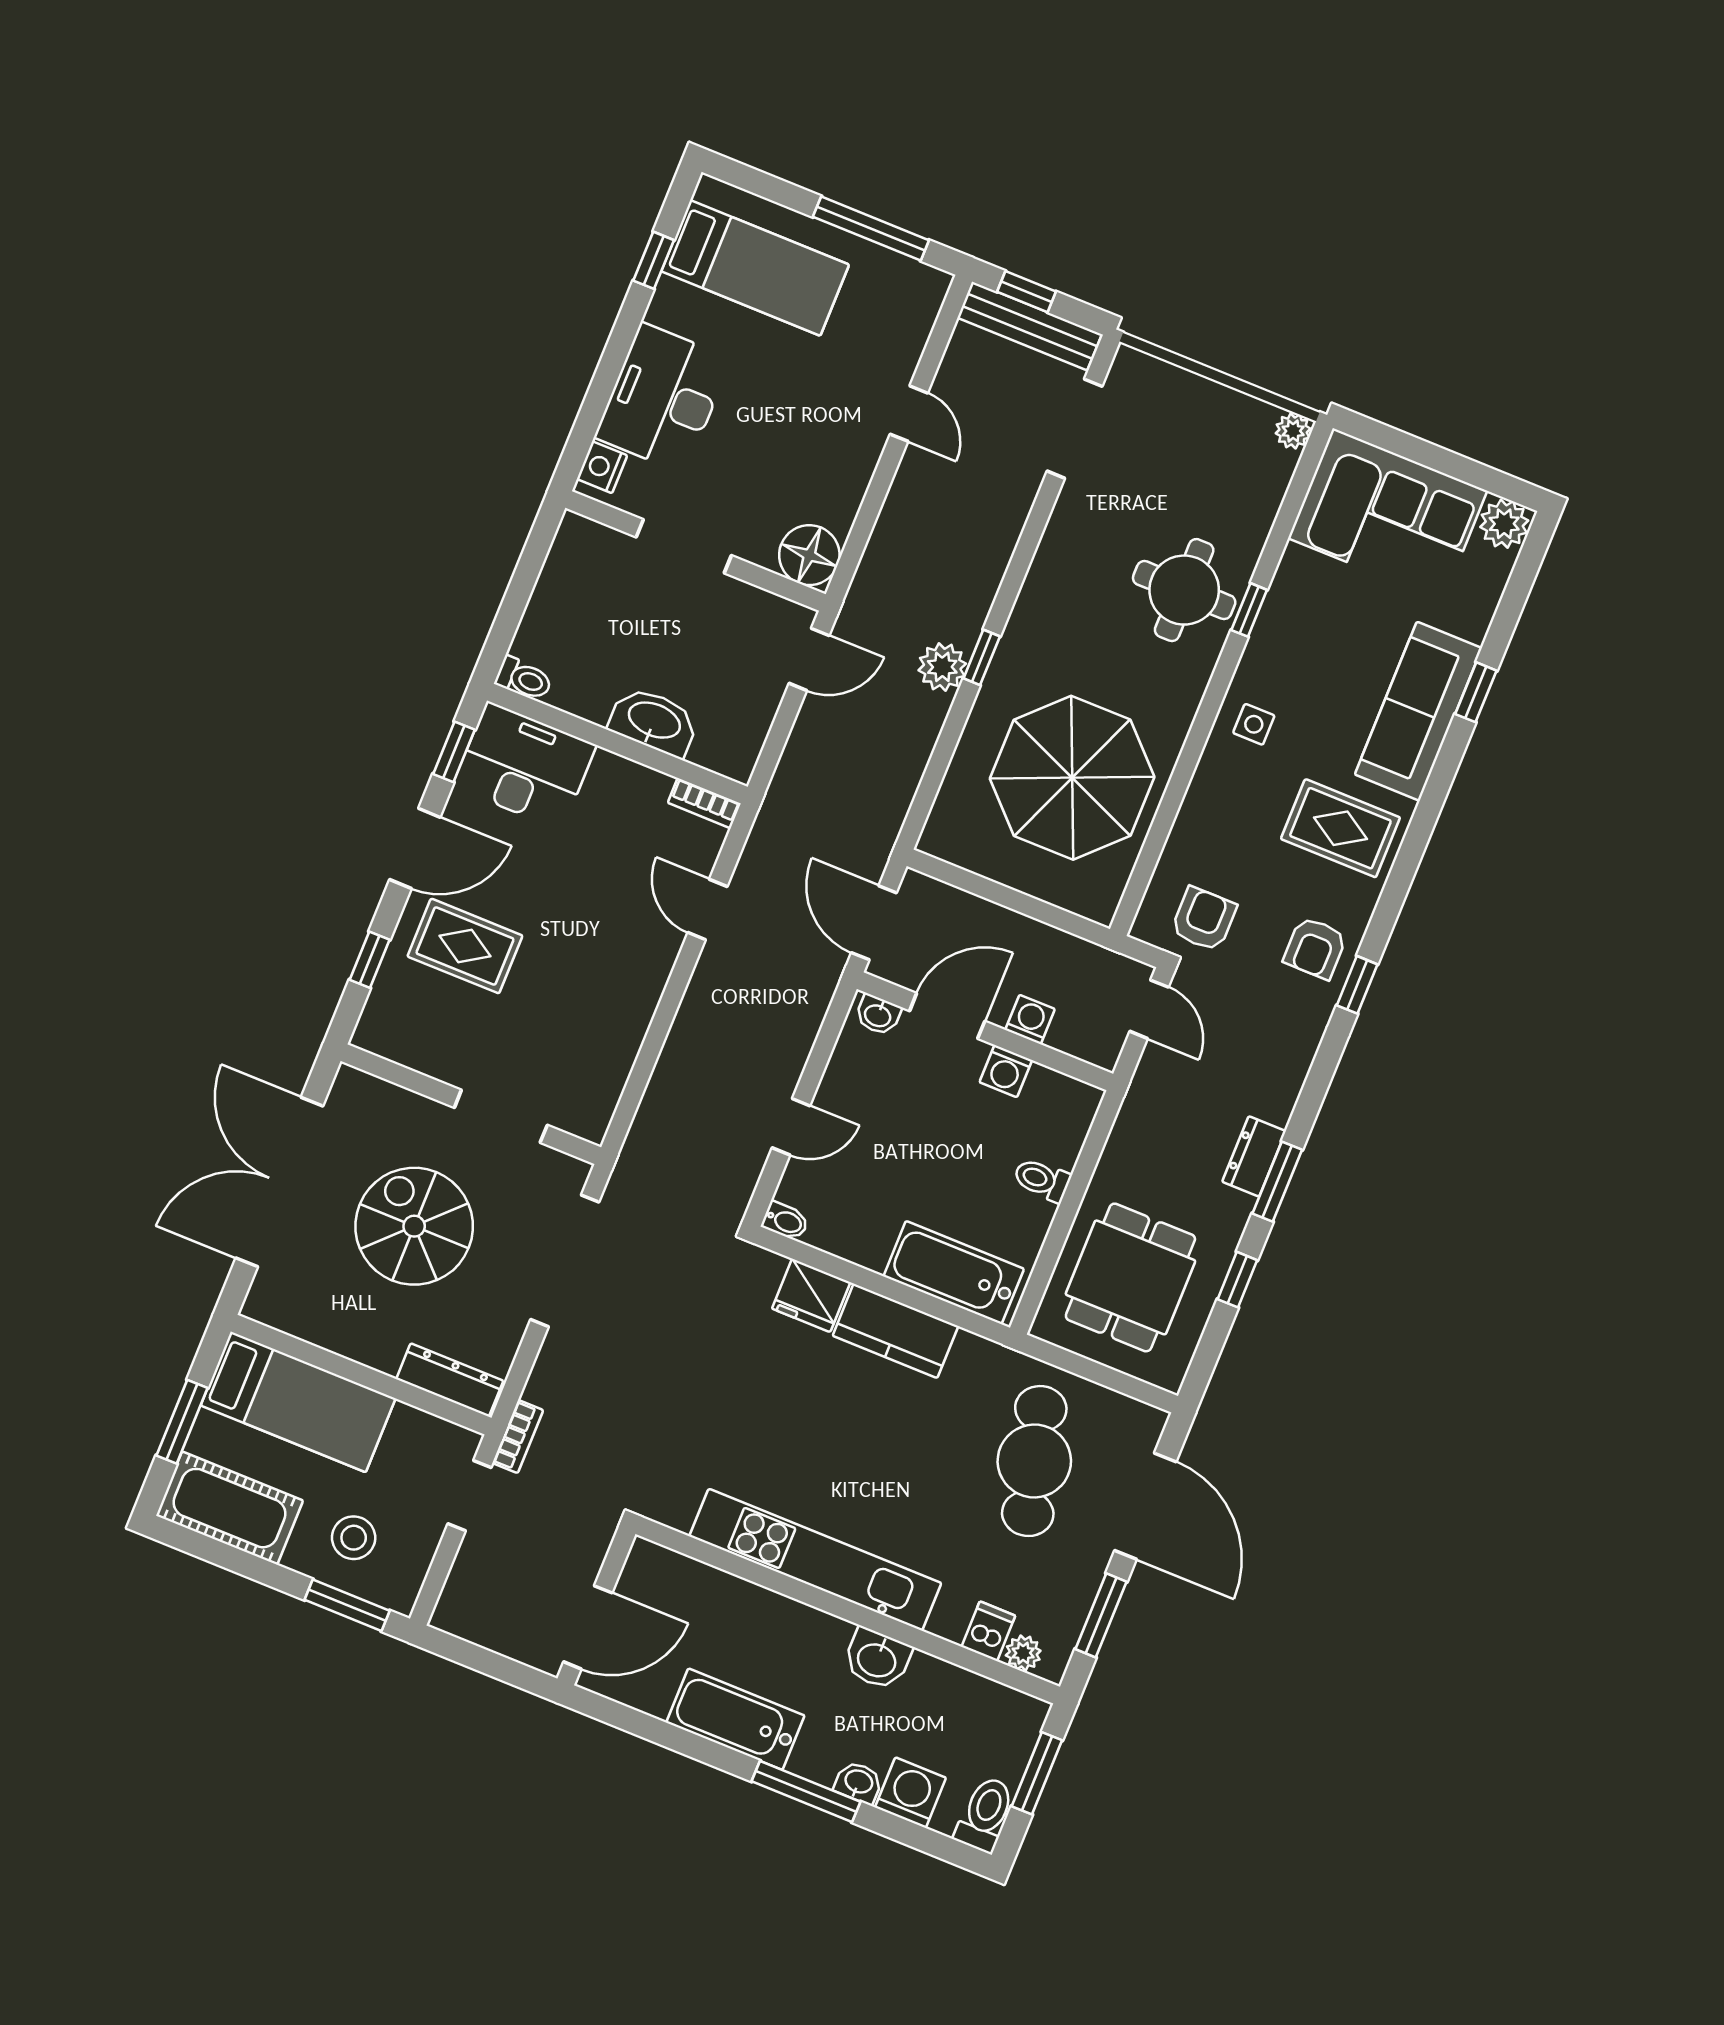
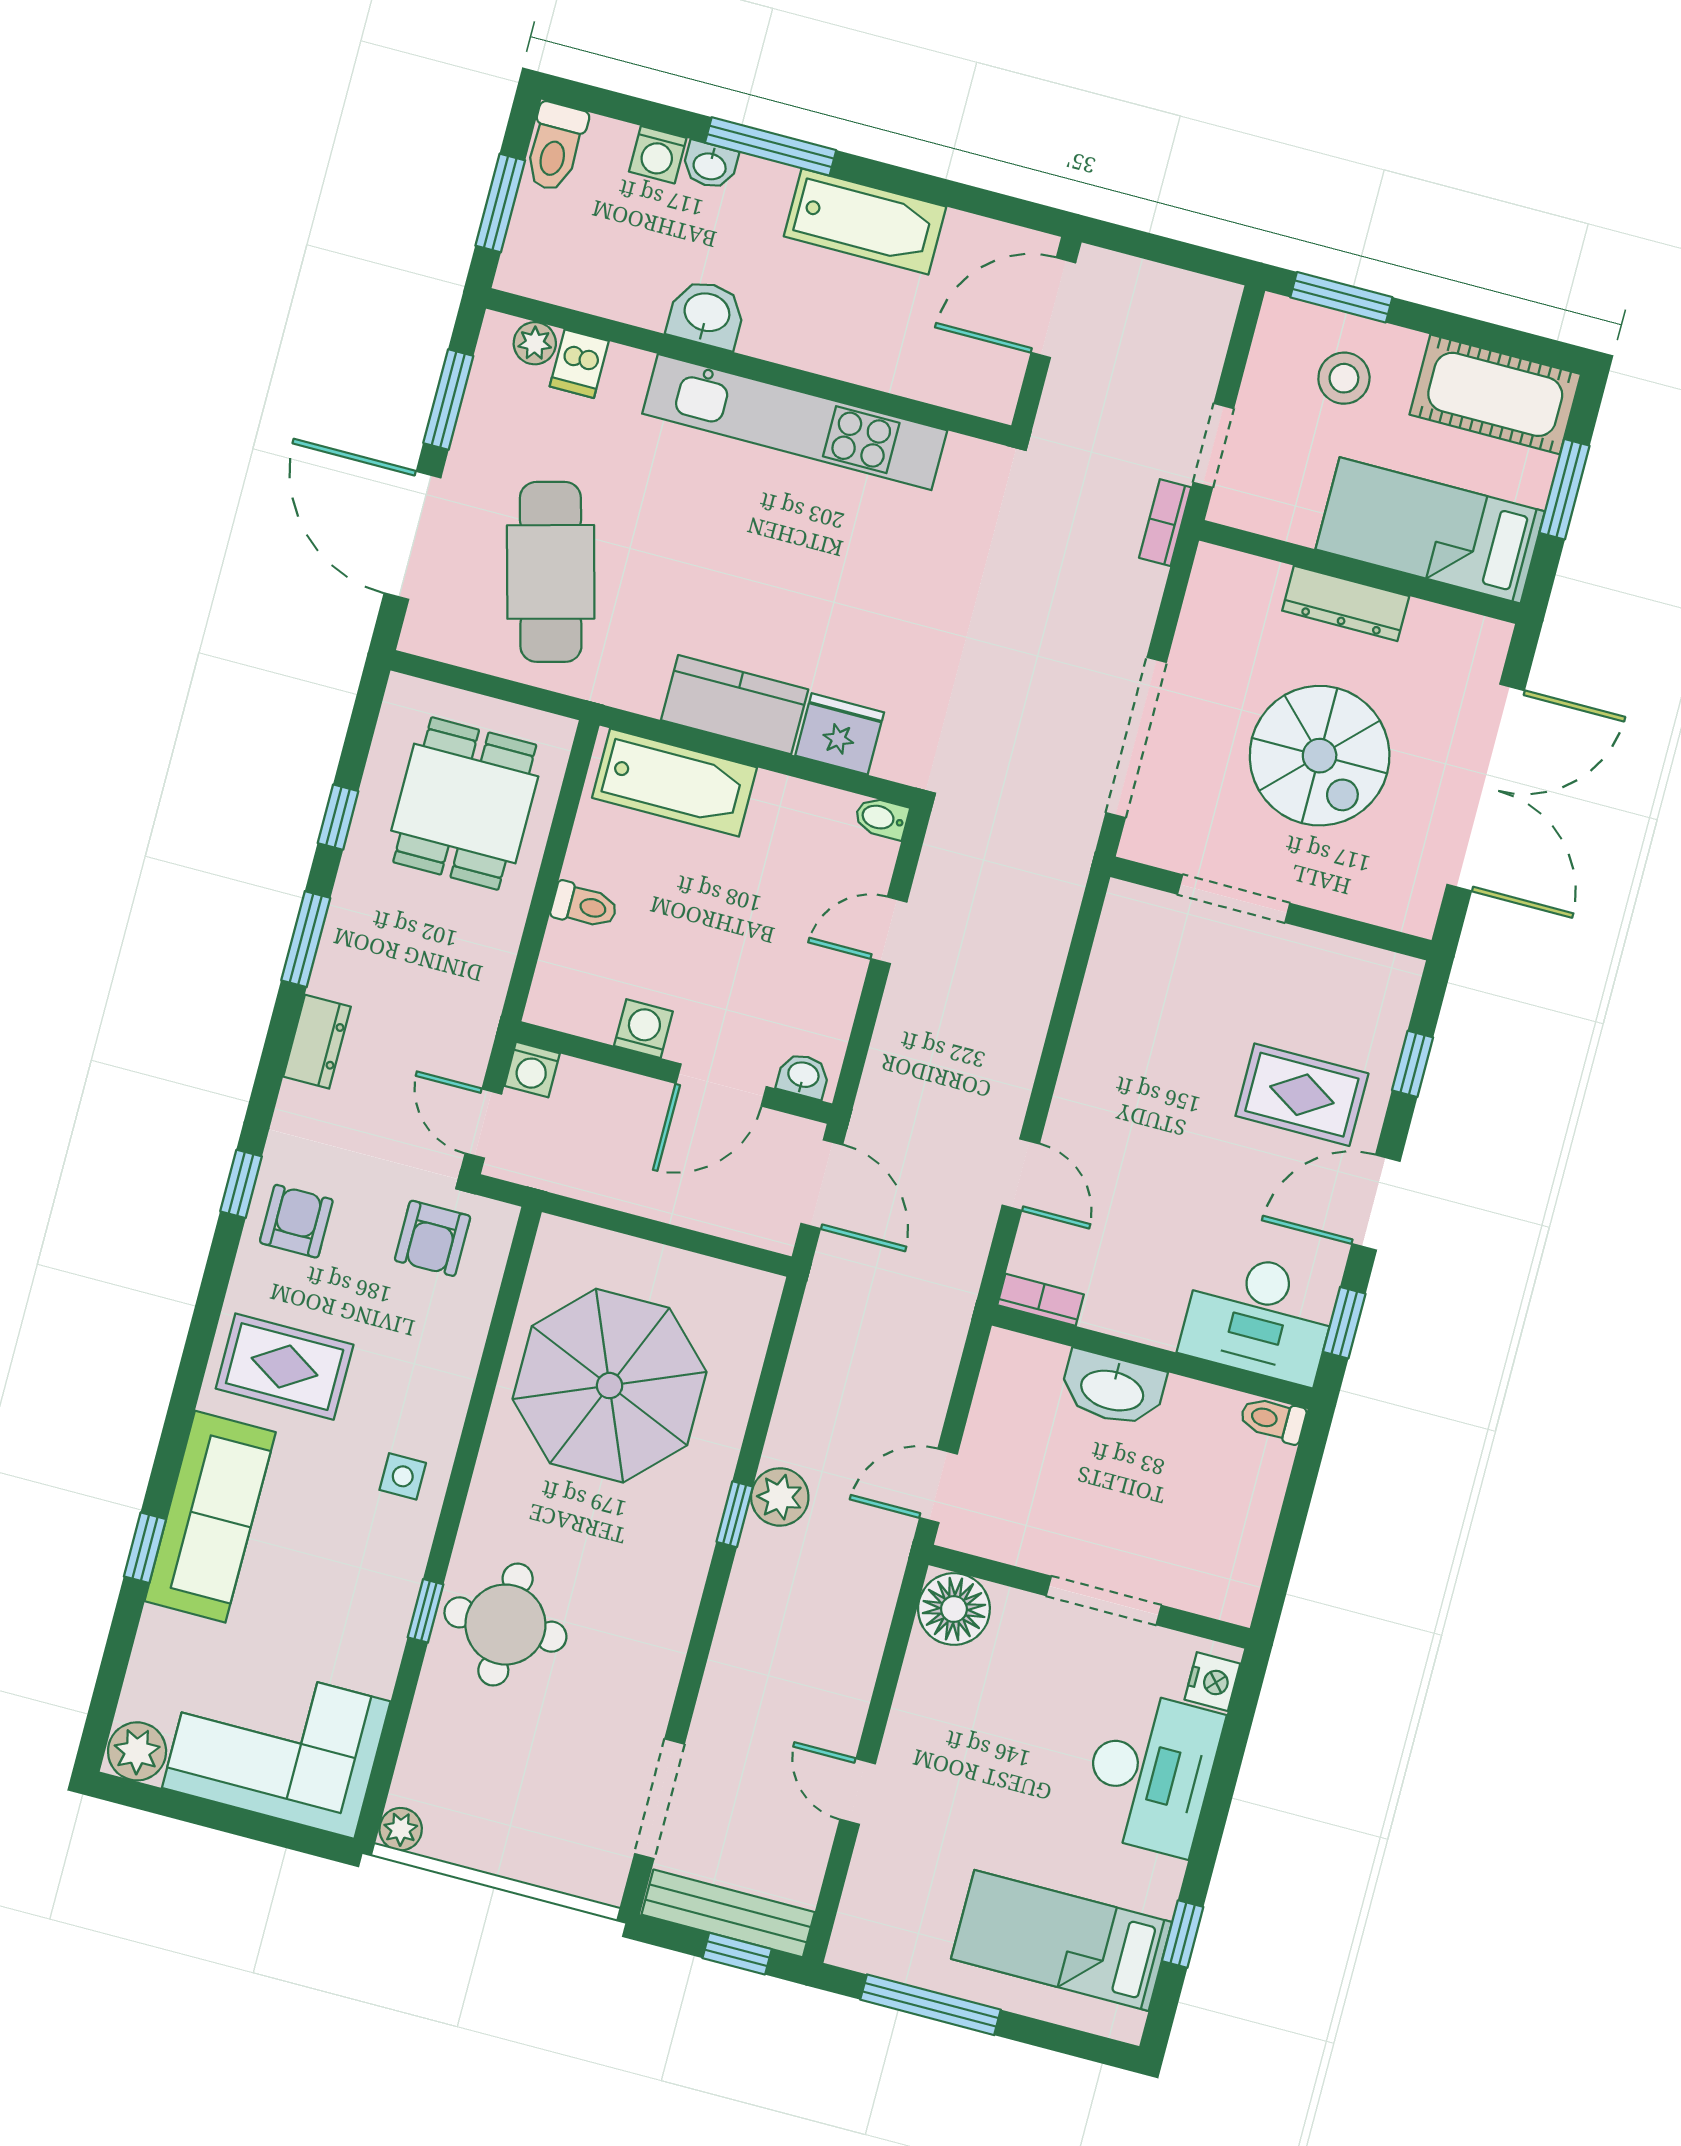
washing machine: (1030, 1019) -> (532, 1070), moved
dresser: (1254, 1156) -> (317, 1042), moved
dresser: (450, 1380) -> (1346, 603), moved
washing machine: (911, 1793) -> (658, 155), width x0.73, depth x0.73

